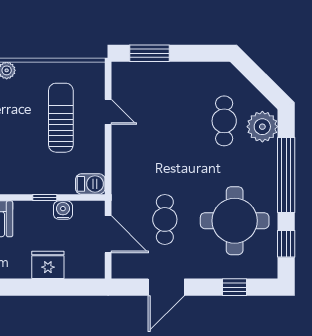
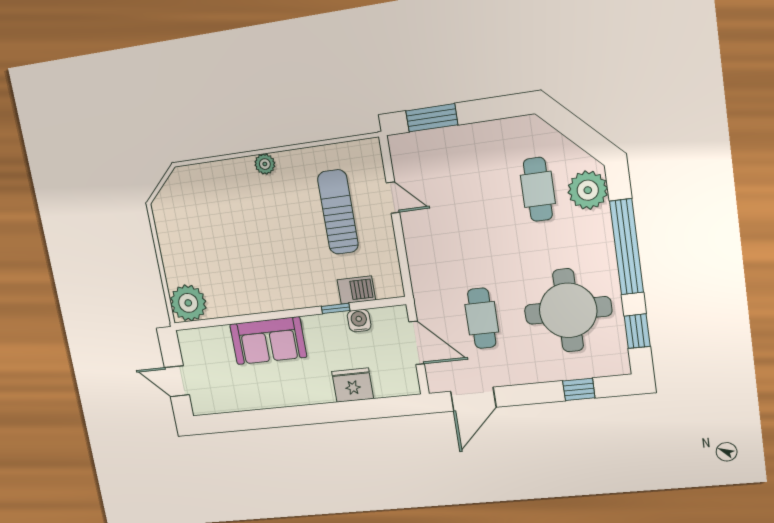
barbecue: (90, 184) -> (356, 290), moved
door: (166, 287) -> (473, 399), moved

